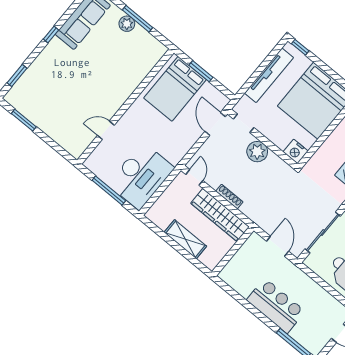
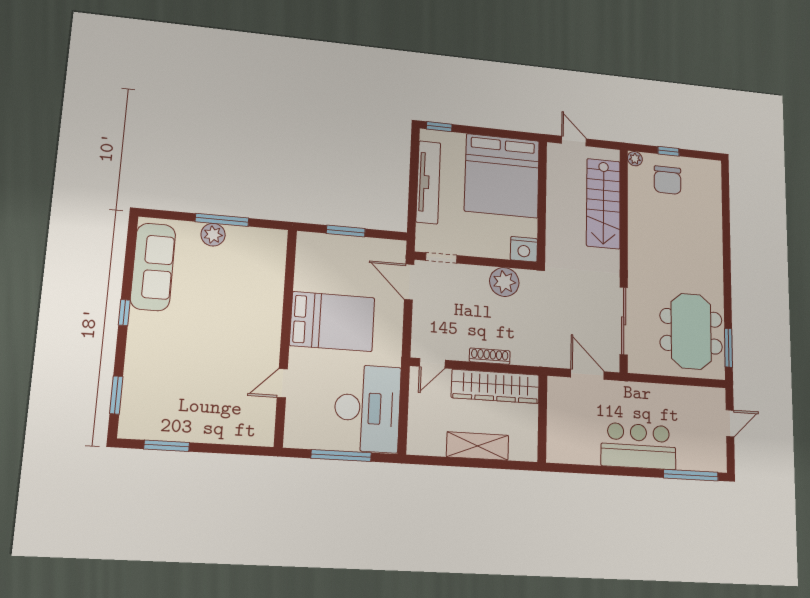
bed: (175, 89) -> (332, 322), moved, turned -90
plant: (257, 152) -> (504, 282), moved
door: (194, 177) -> (432, 363), swing flipped

